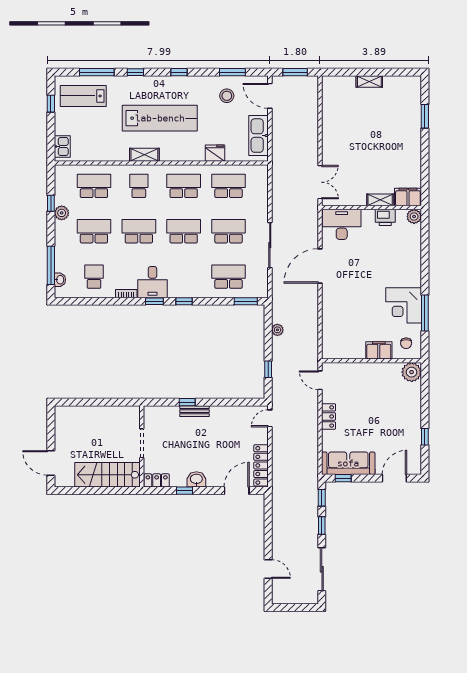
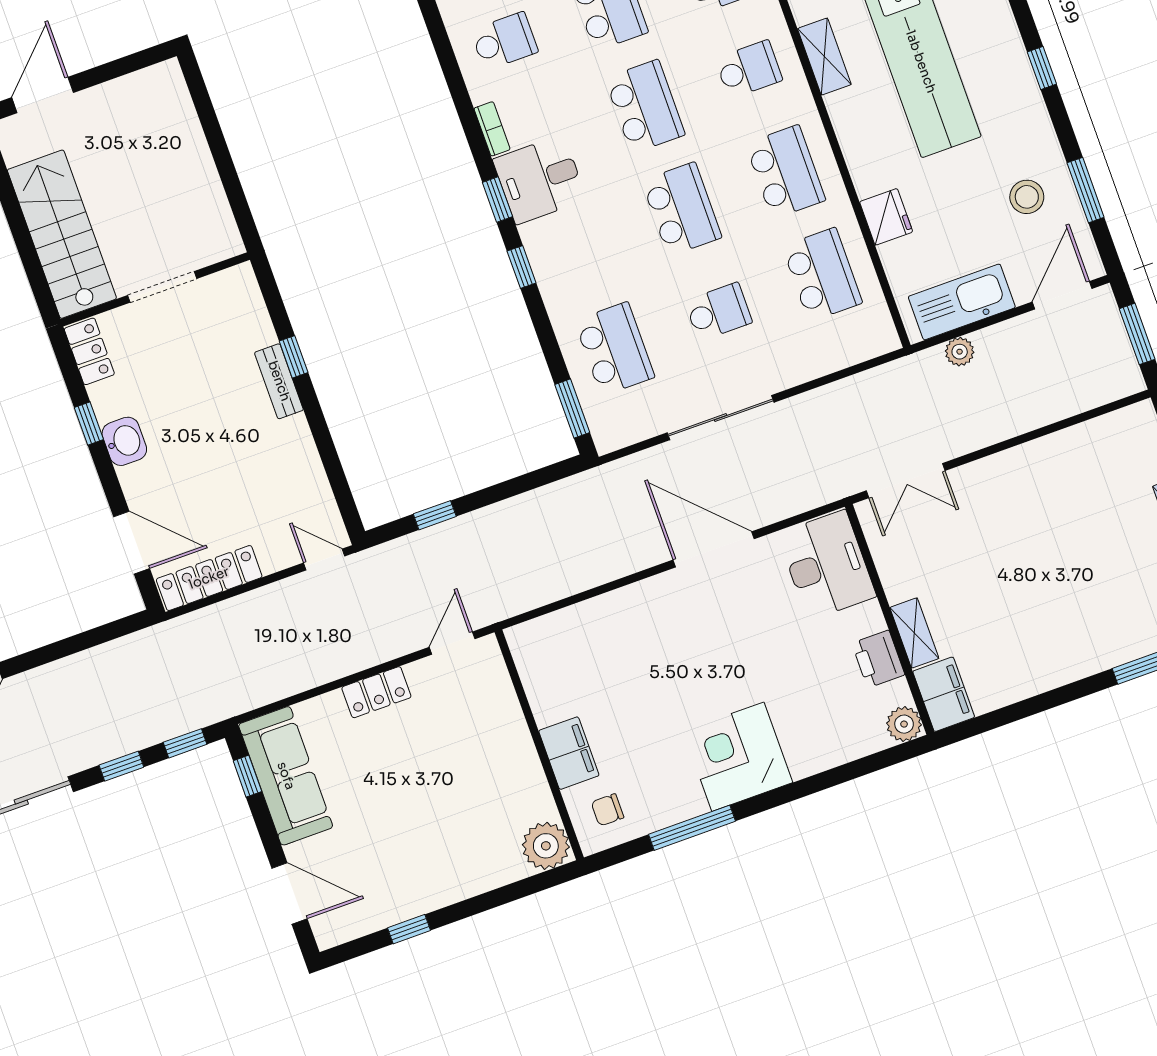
school desk: (229, 231) -> (718, 312), width x0.54
corner desk: (404, 305) -> (738, 757), moved
plant: (277, 330) -> (960, 352), moved

